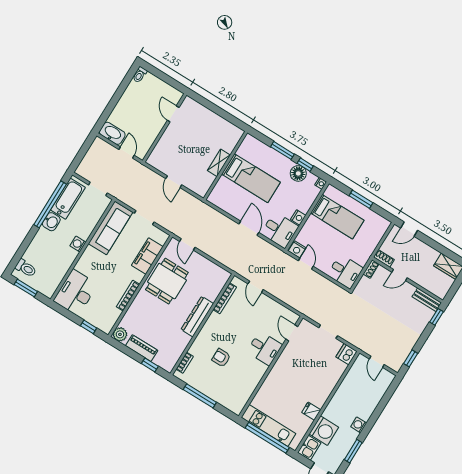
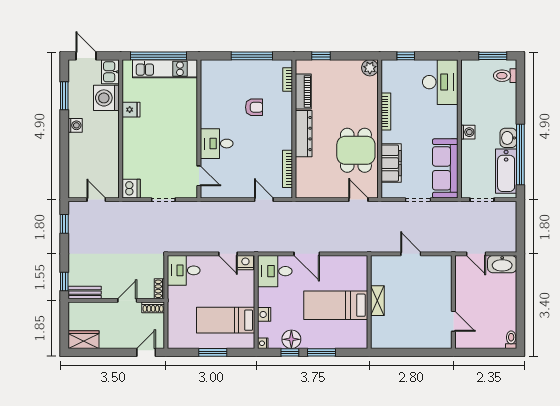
nightstand: (298, 217) -> (264, 314), moved
piano: (142, 348) -> (303, 91), moved, turned -90

